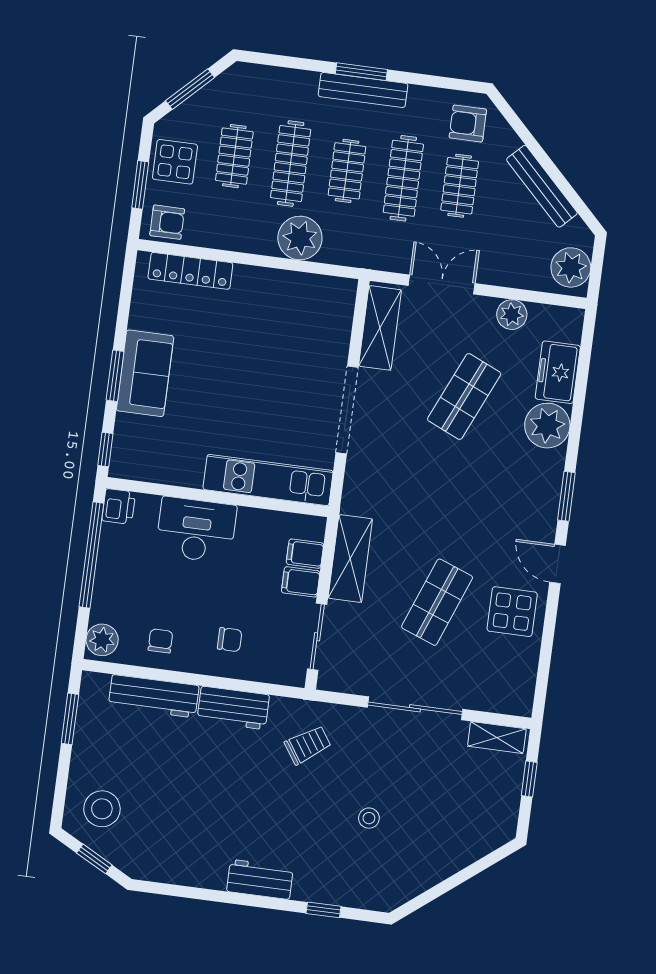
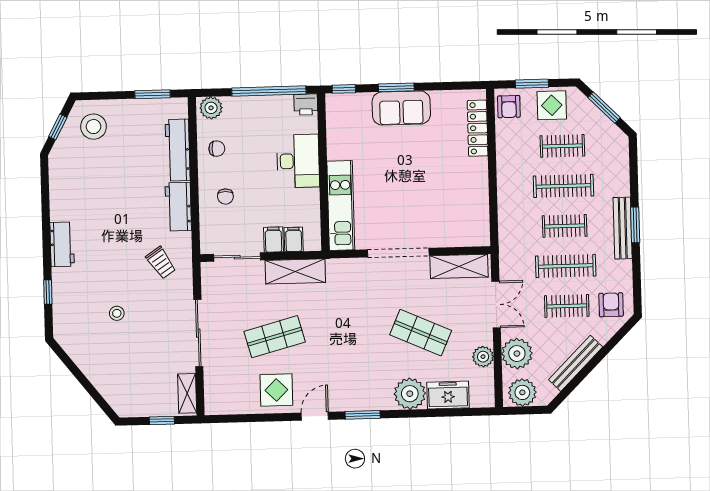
plant: (300, 238) -> (517, 354), moved
shop shelf: (437, 602) -> (275, 337), turned -36

